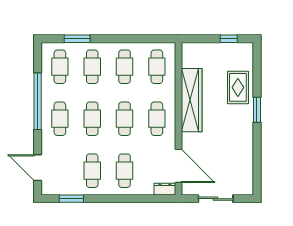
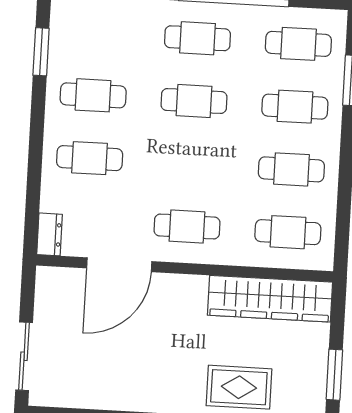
window: (229, 39) -> (334, 375), width x1.50
wardrobe: (192, 100) -> (270, 299), moved
cafe table: (125, 119) -> (190, 164), removed
door: (178, 166) -> (119, 265), moved
sliding door: (216, 199) -> (24, 356), moved

